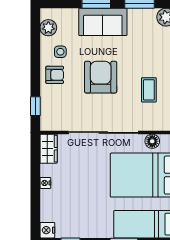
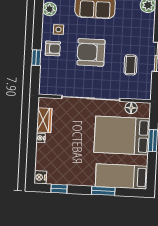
armchair: (101, 77) -> (91, 52), turned -90
window: (35, 106) -> (36, 58), moved
wardrobe: (49, 149) -> (44, 120), moved

